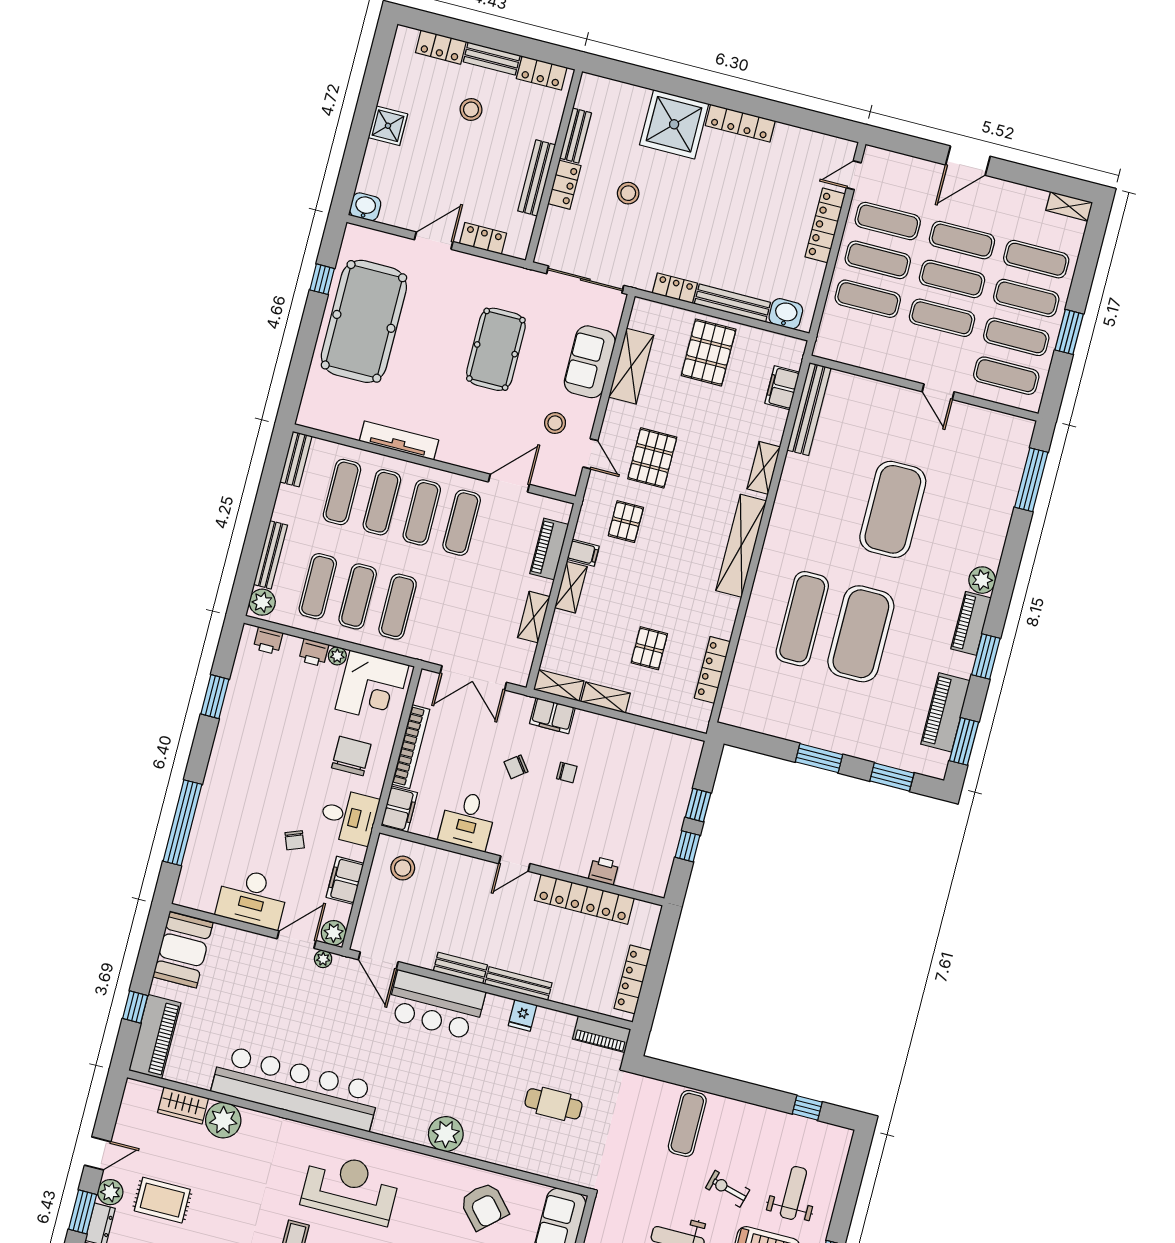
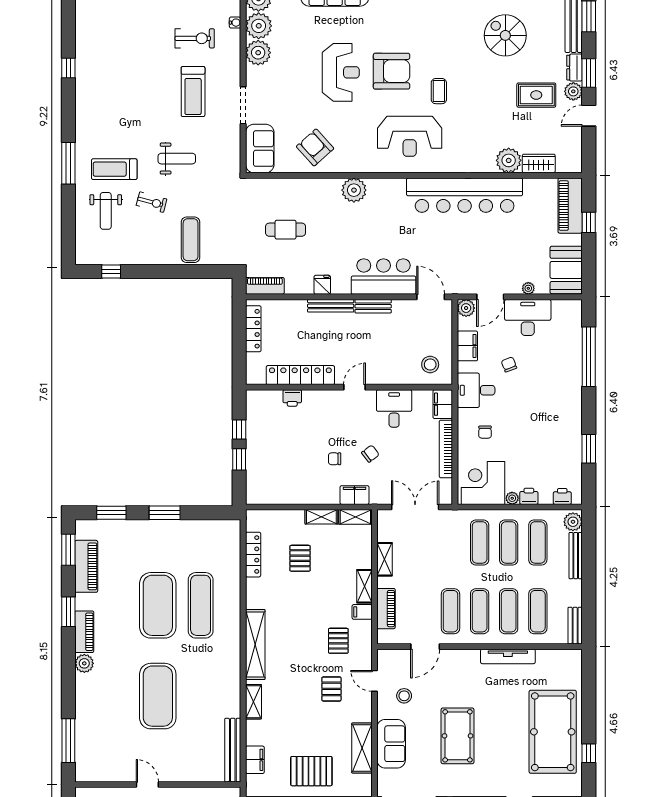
pallet: (709, 352) -> (311, 771), turned 90
pallet: (652, 458) -> (331, 689), width x0.67, depth x0.71
chair: (351, 756) -> (485, 432), width x0.54, depth x0.54
plant: (323, 959) -> (528, 288), moved

